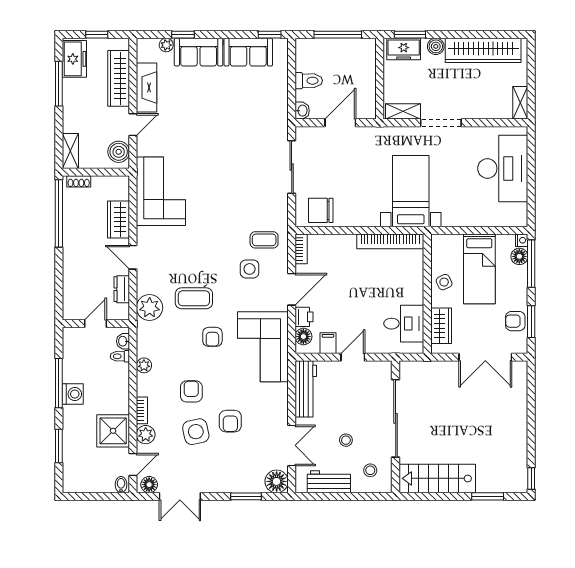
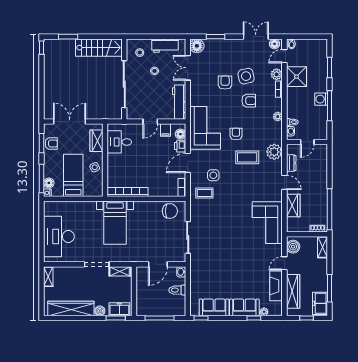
armchair: (191, 391) -> (249, 101), turned -90

